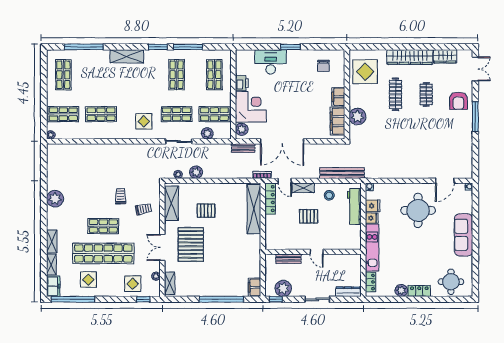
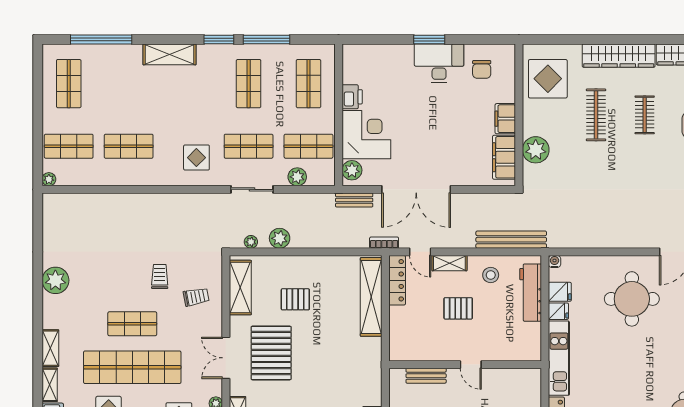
desk: (271, 62) -> (439, 63), moved

